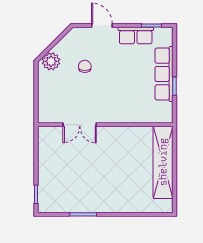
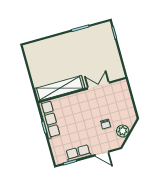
plant: (51, 61) -> (123, 131), moved
row of seats: (164, 74) -> (49, 119), moved
shelving: (163, 162) -> (60, 88), moved, turned 90

